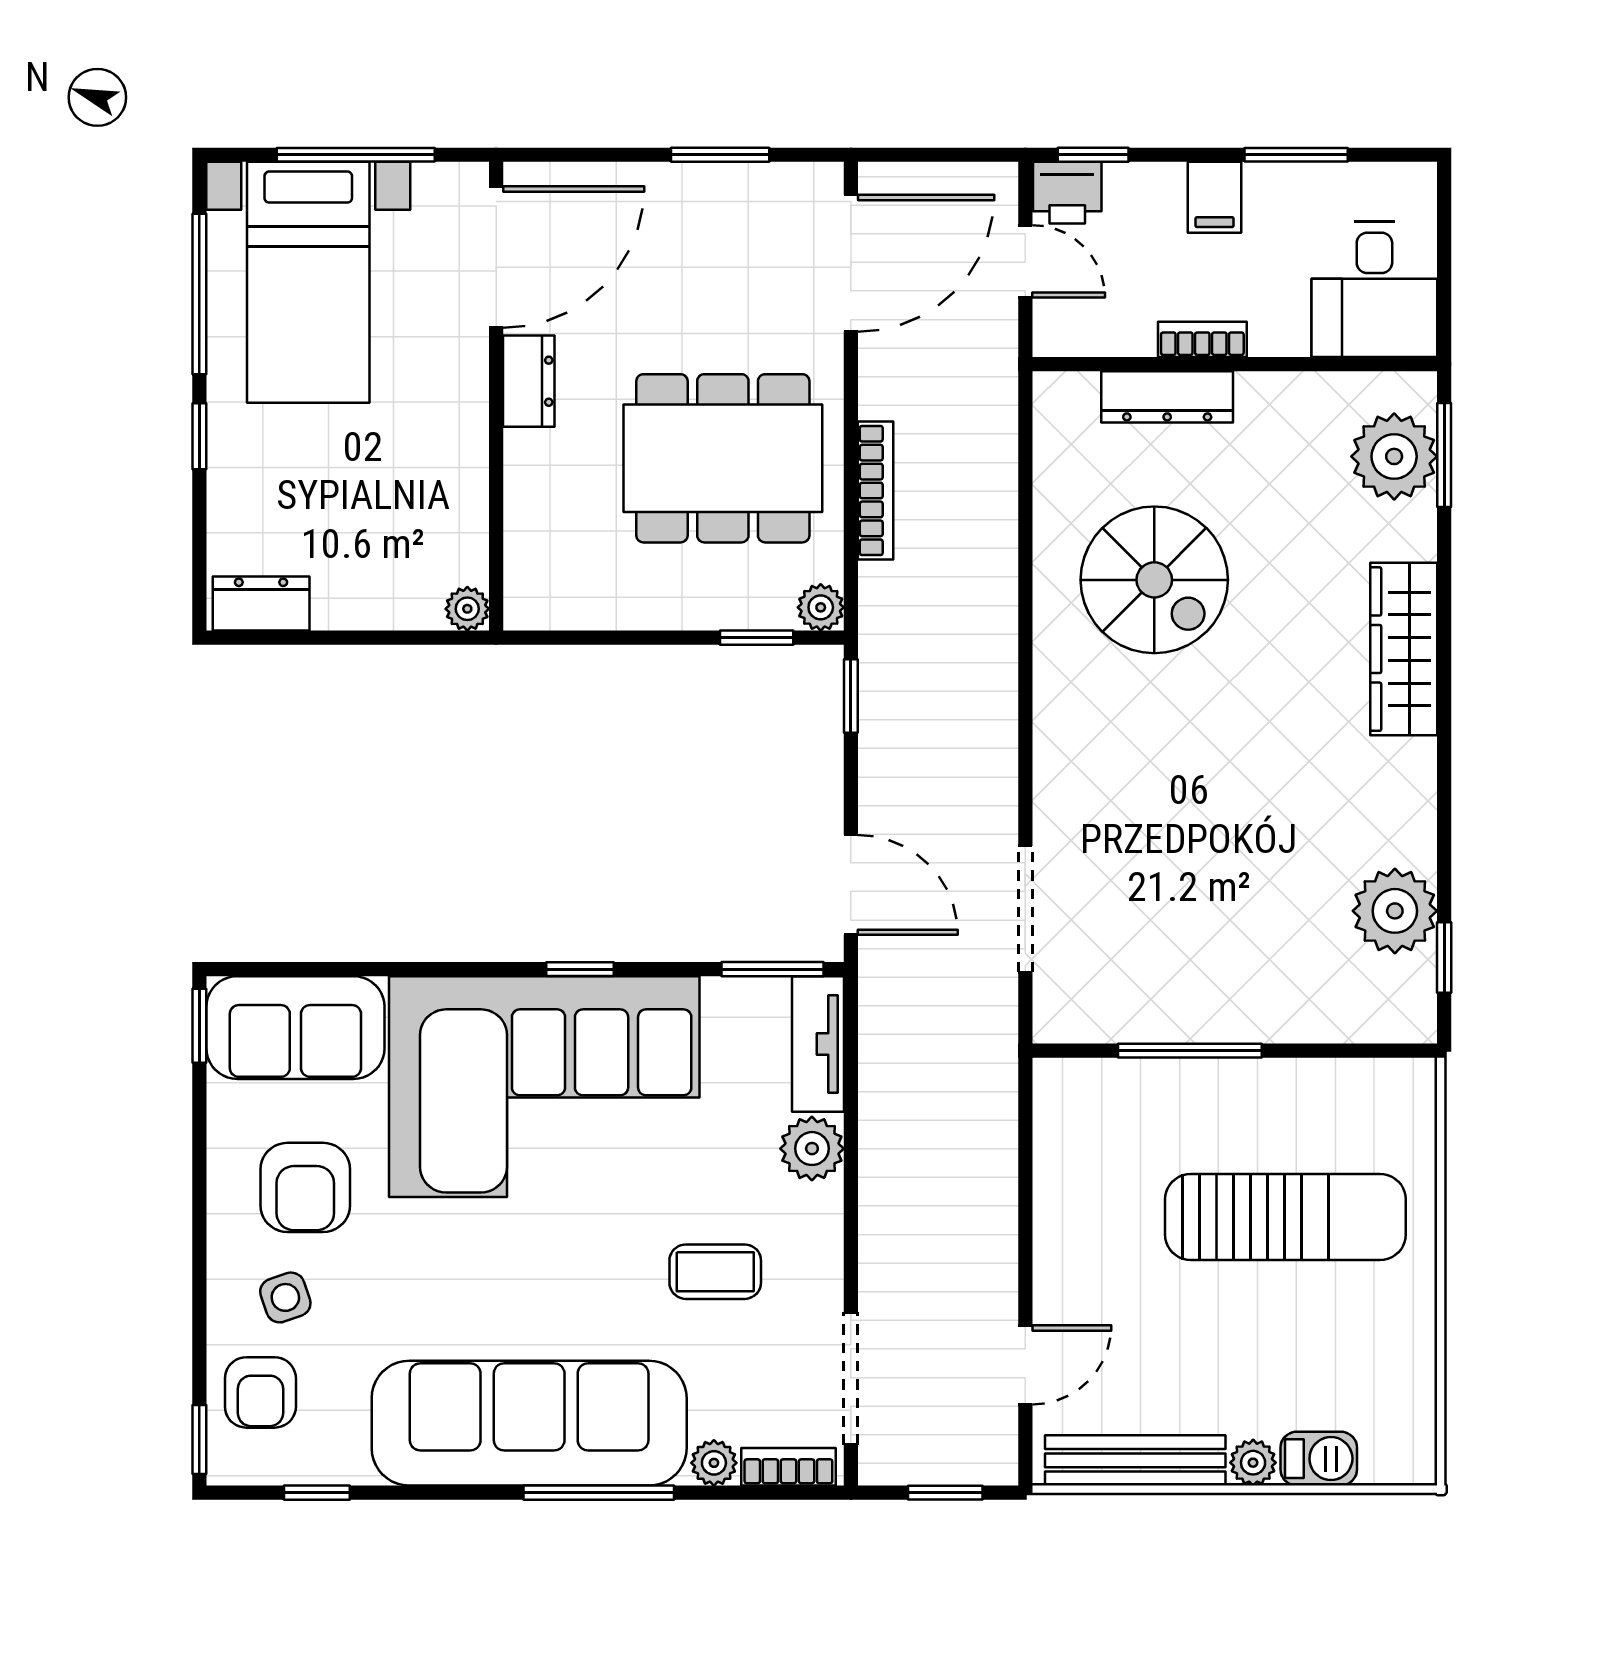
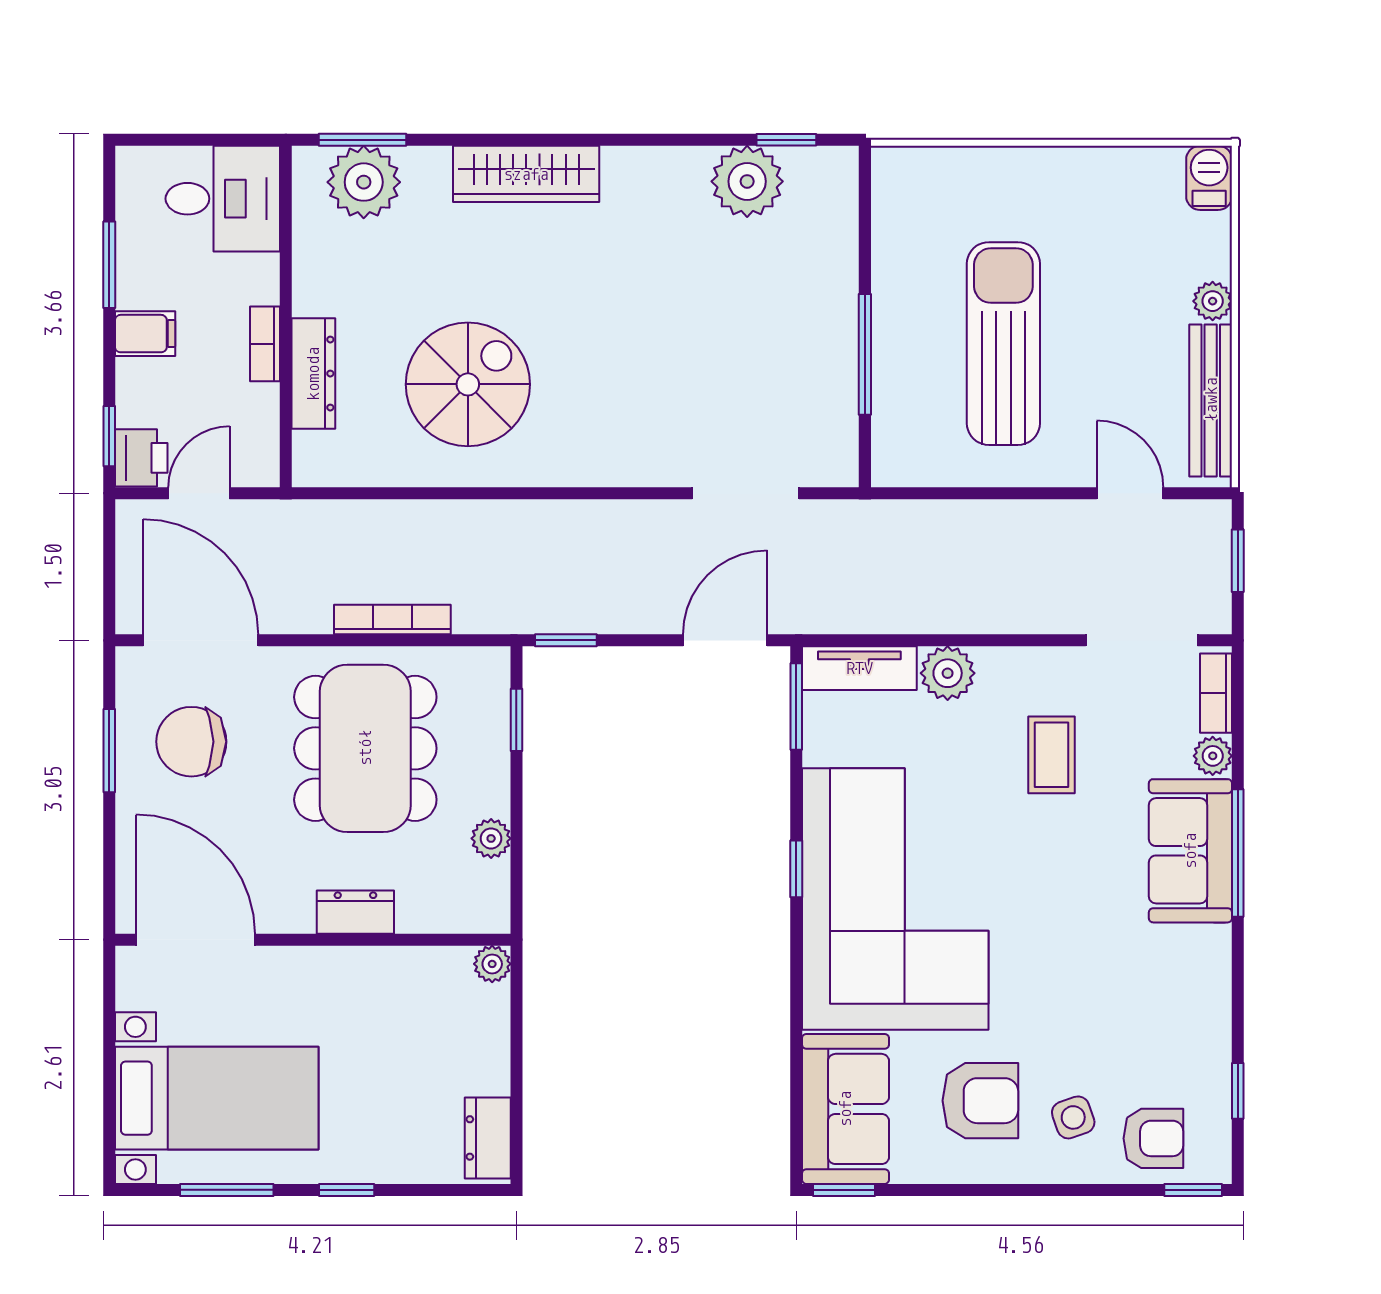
window: (356, 155) -> (109, 1058), removed
chair: (731, 252) -> (191, 742), added
window: (199, 294) -> (227, 1190), width x0.69
dresser: (529, 381) -> (355, 912), moved
plant: (821, 607) -> (491, 838), moved
sun lounger: (1285, 1217) -> (1003, 344), moved
sofa: (529, 1423) -> (1190, 851), width x0.54, depth x0.79
barbecue: (1319, 1459) -> (1209, 178), moved

